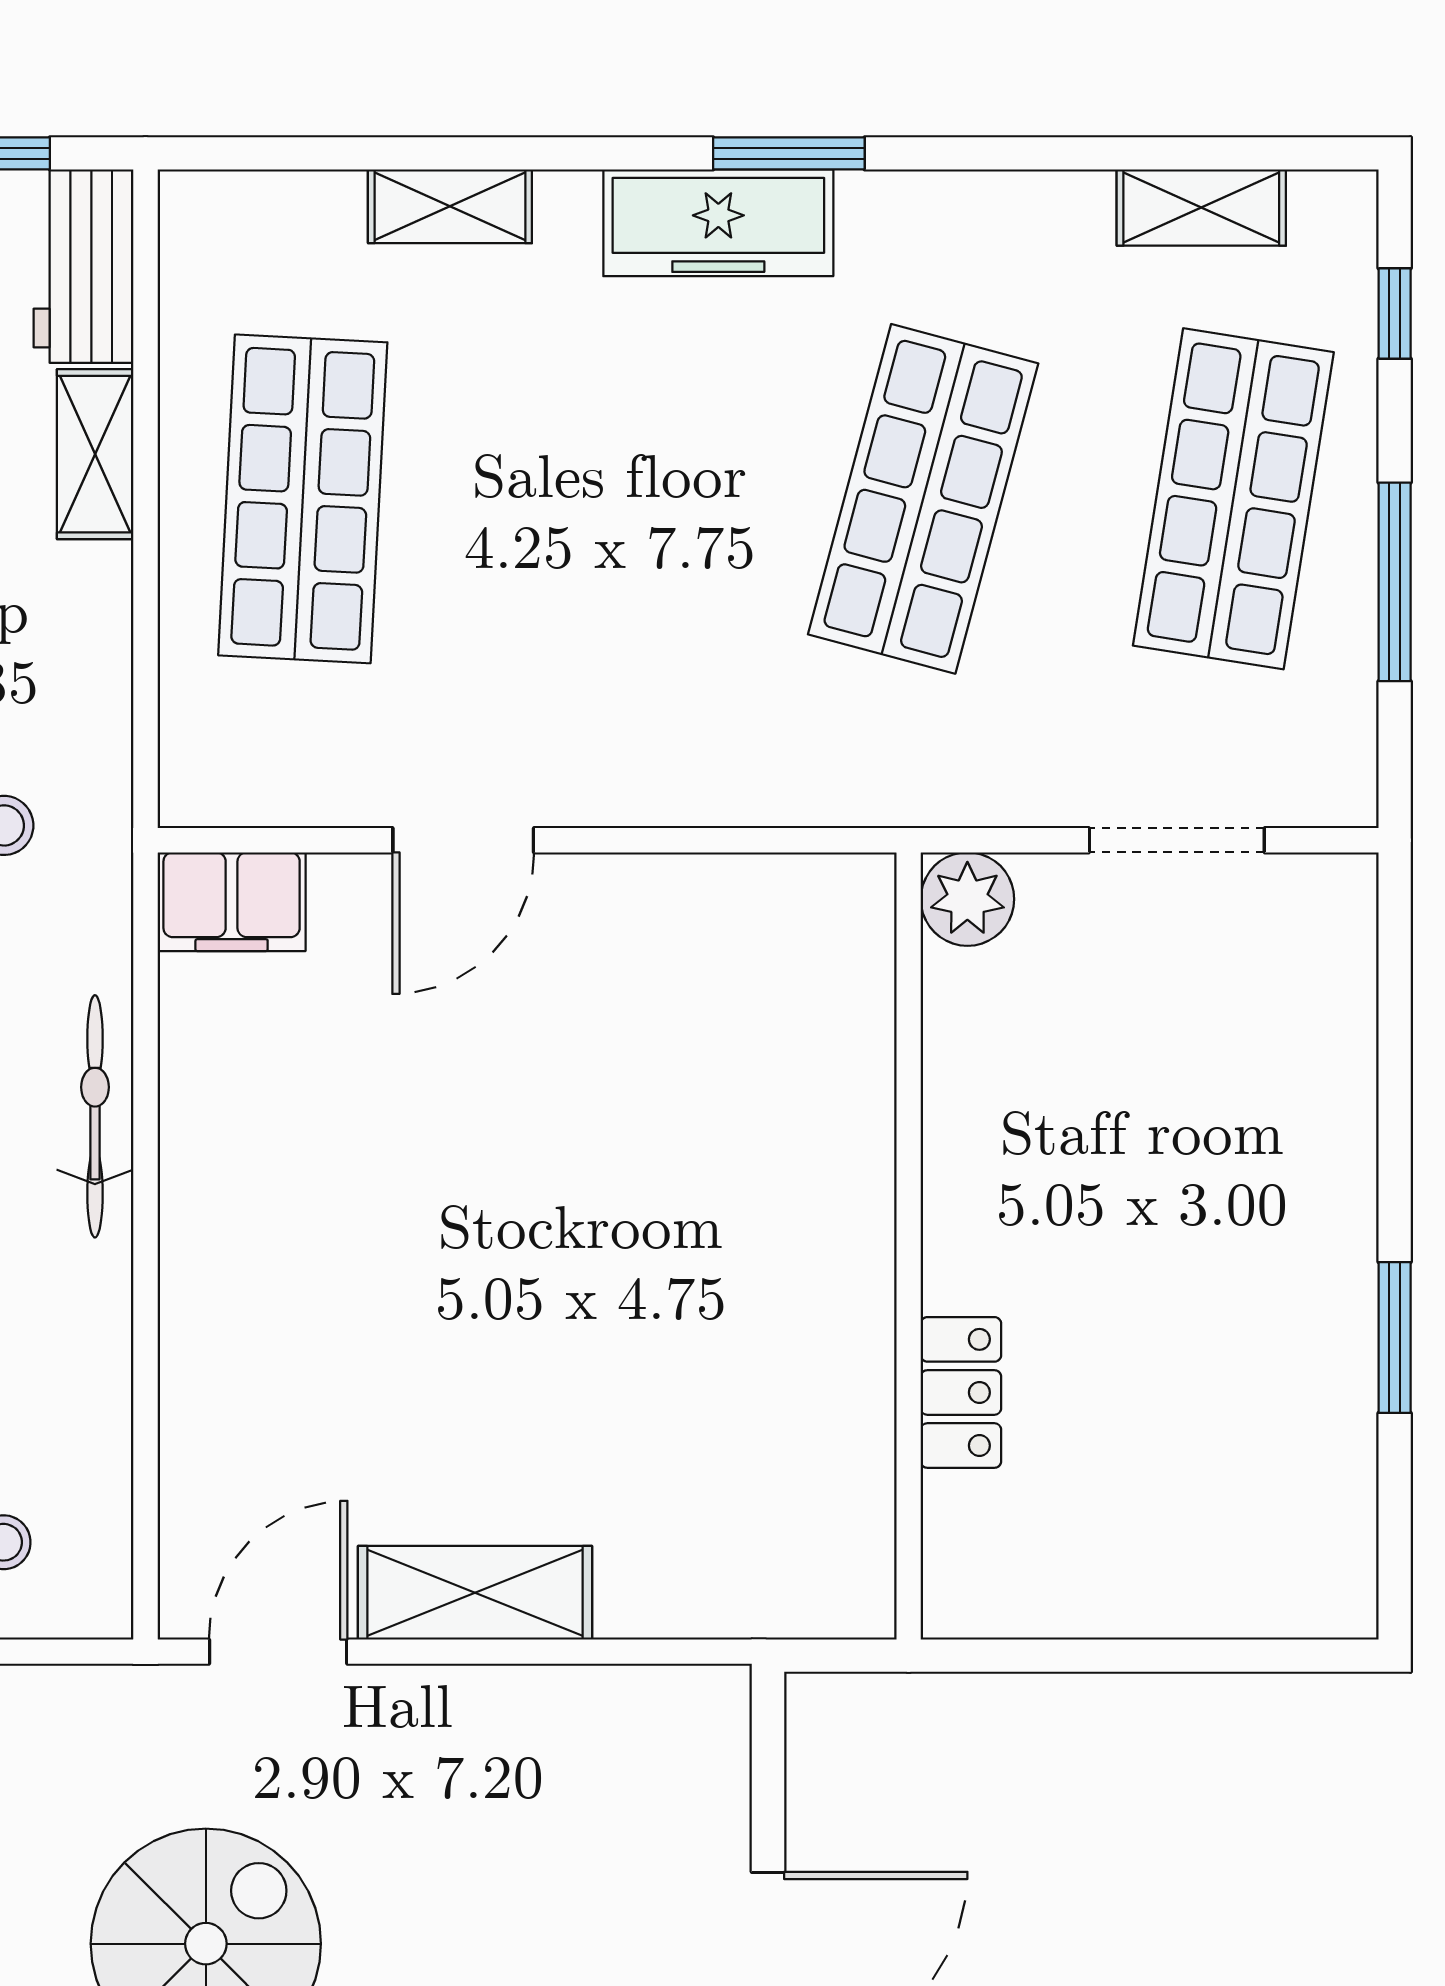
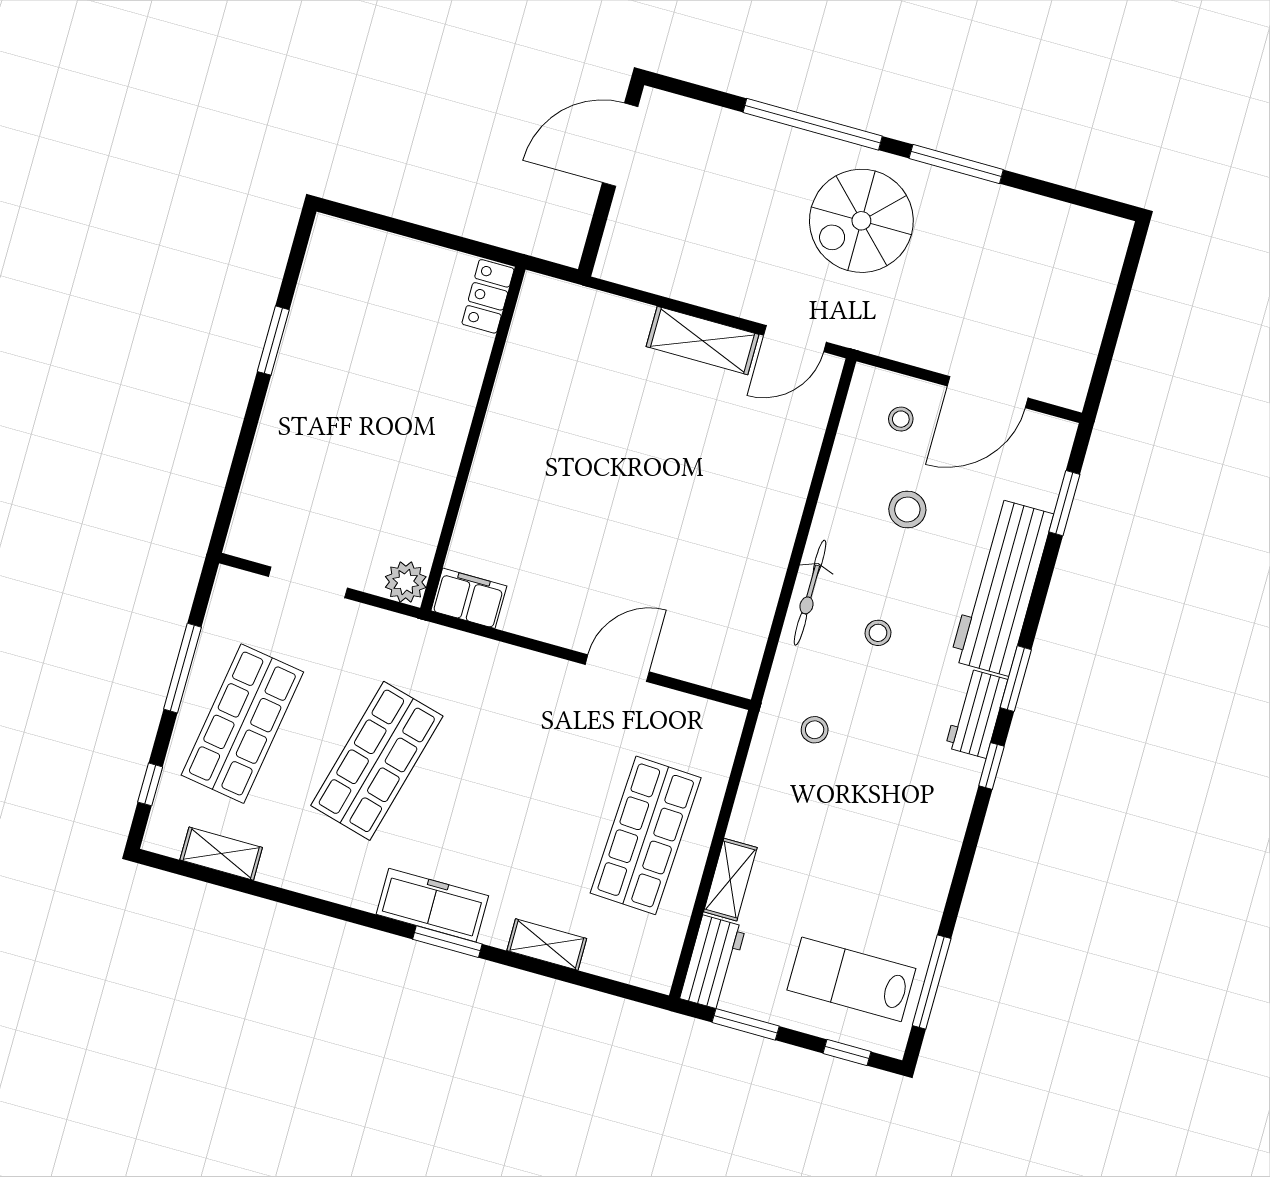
window: (789, 153) -> (447, 942), moved
filing cabinet: (232, 902) -> (469, 598), moved
locker: (961, 1392) -> (488, 296), moved

